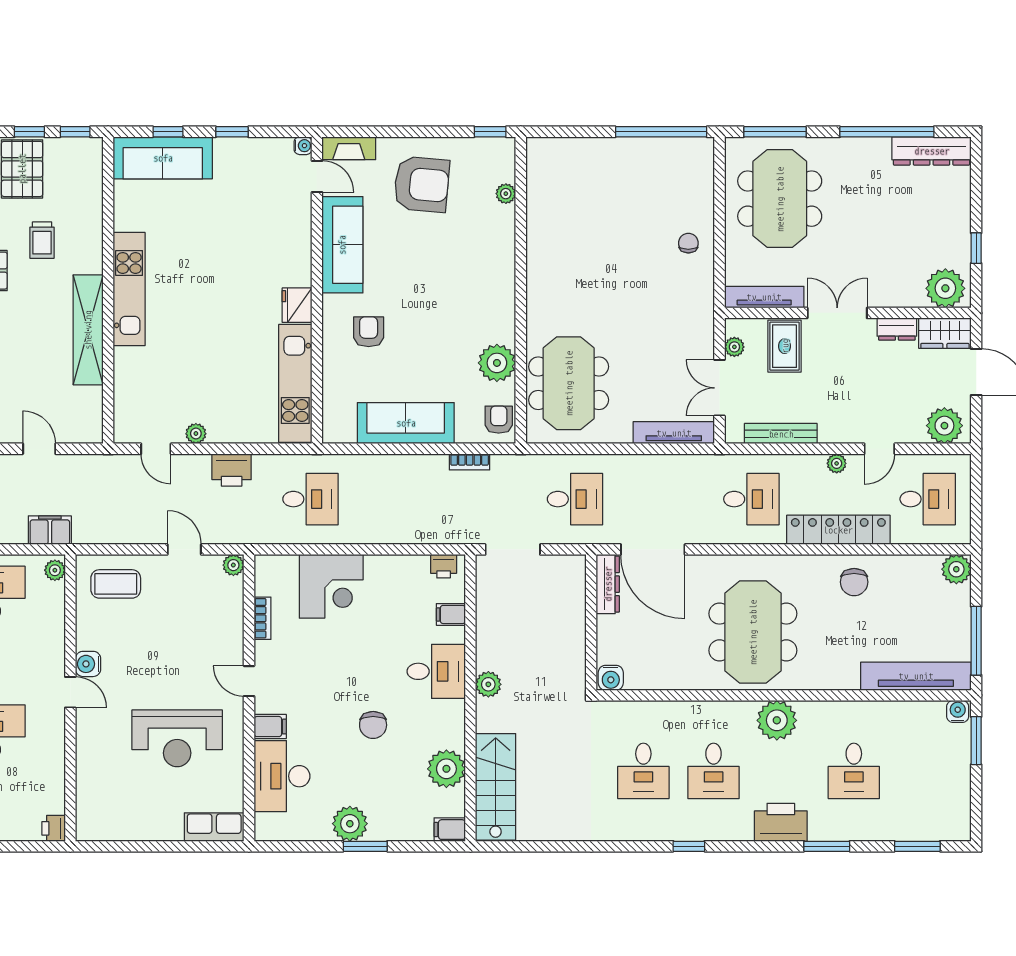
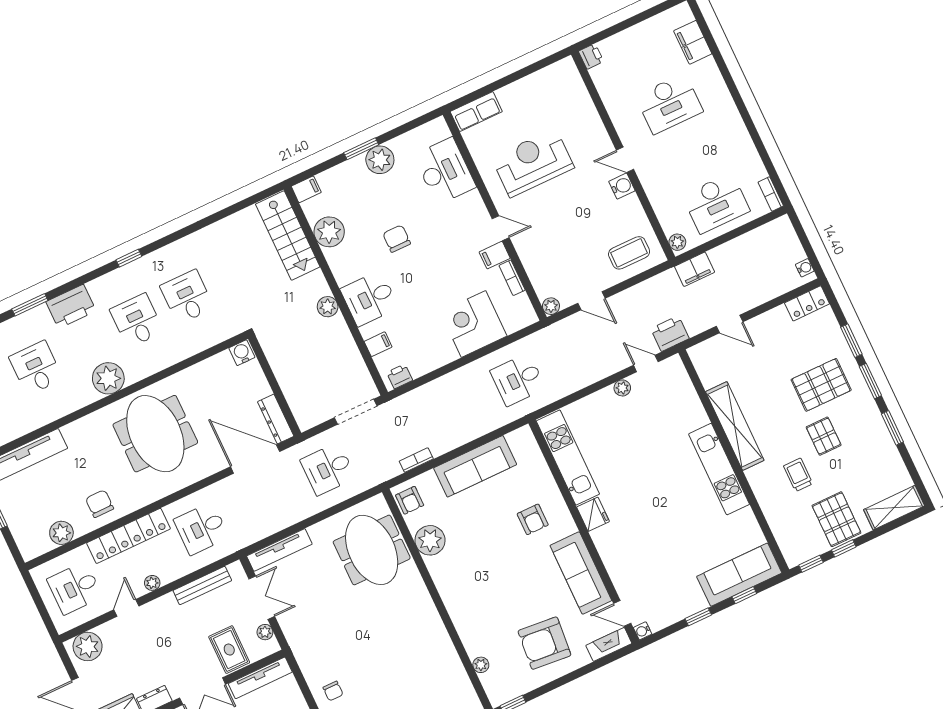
printer: (232, 470) -> (670, 334), moved
plant: (956, 569) -> (61, 533), moved
filing cabinet: (270, 727) -> (495, 255), moved

